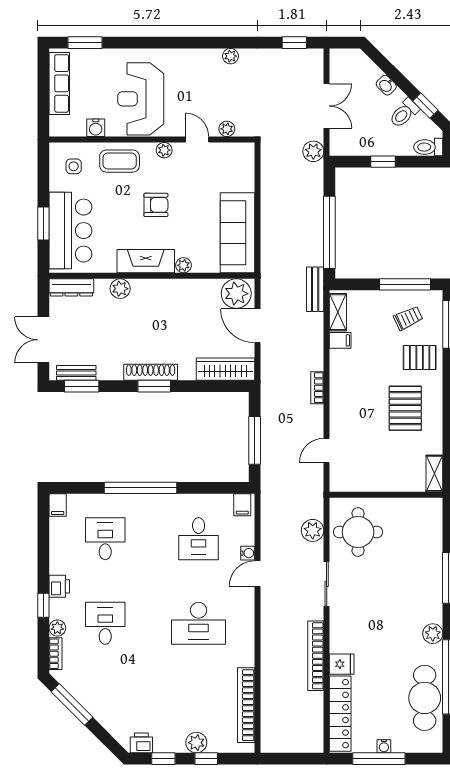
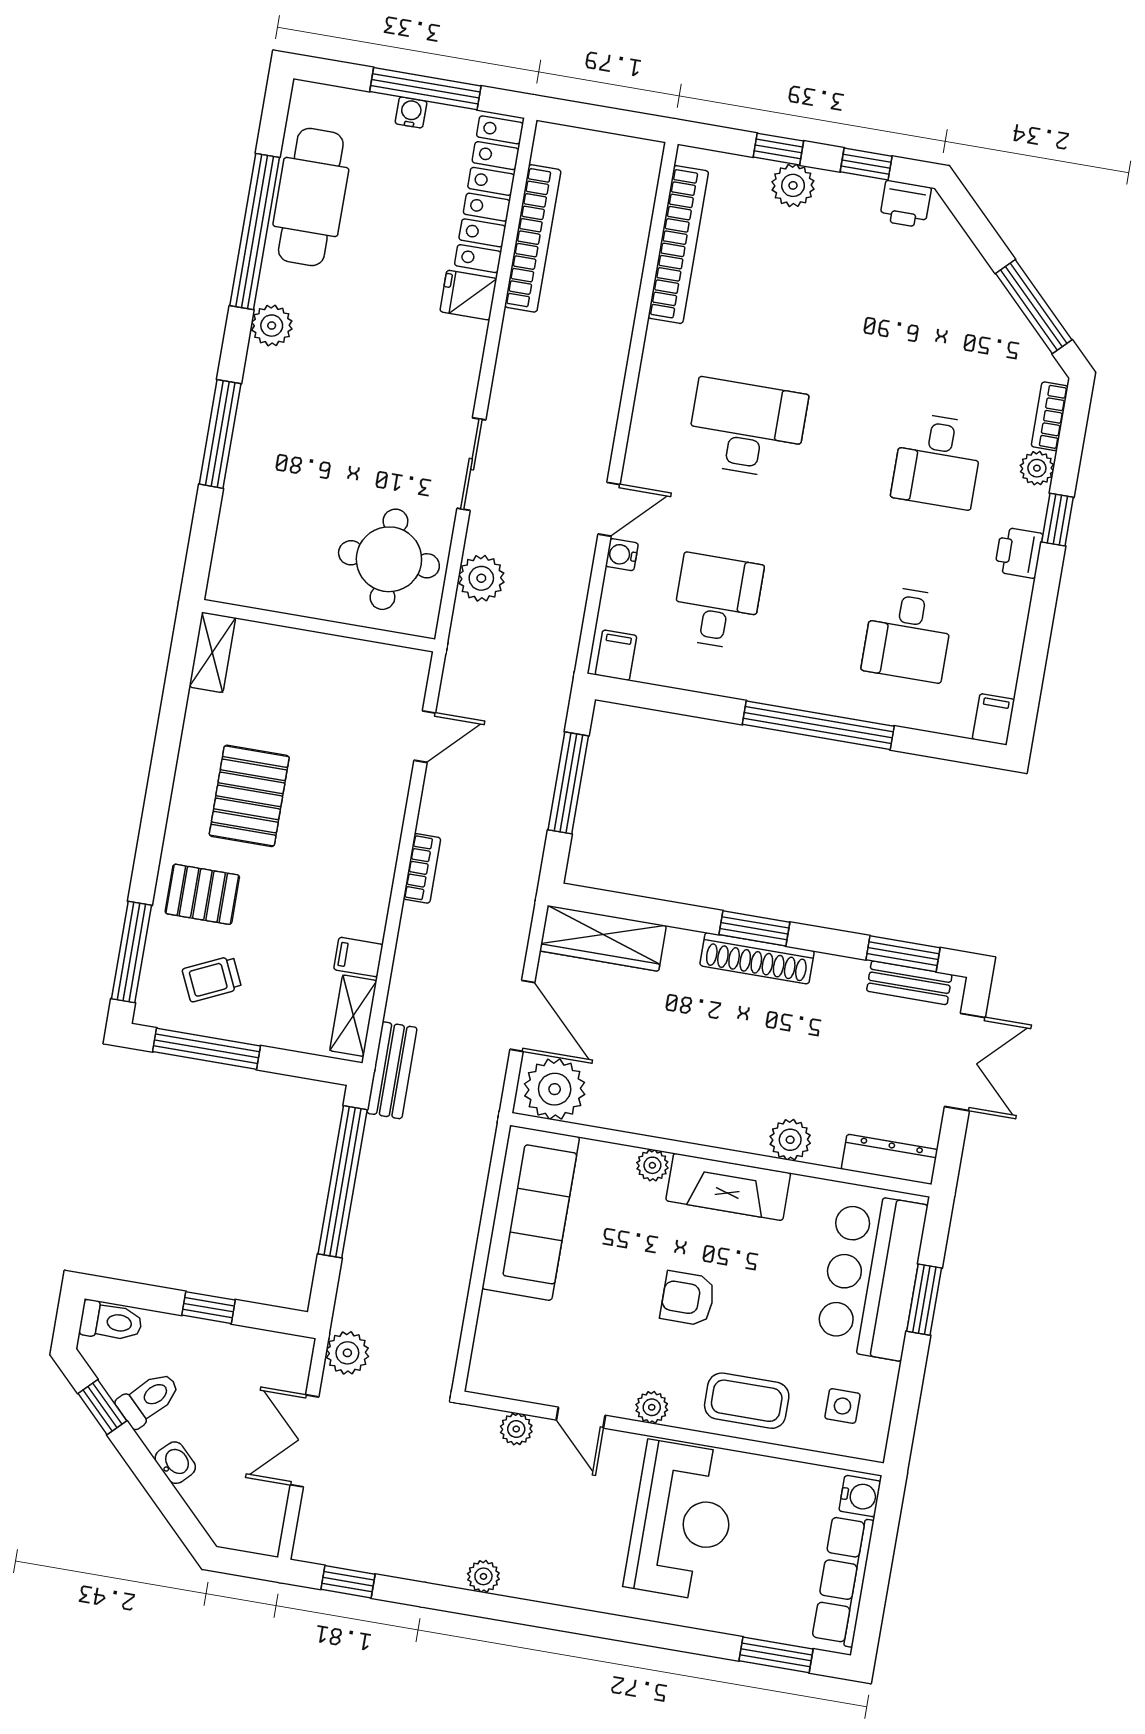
water cooler: (96, 128) -> (860, 1496), moved, turned 90
bookcase: (316, 656) -> (533, 238), moved

